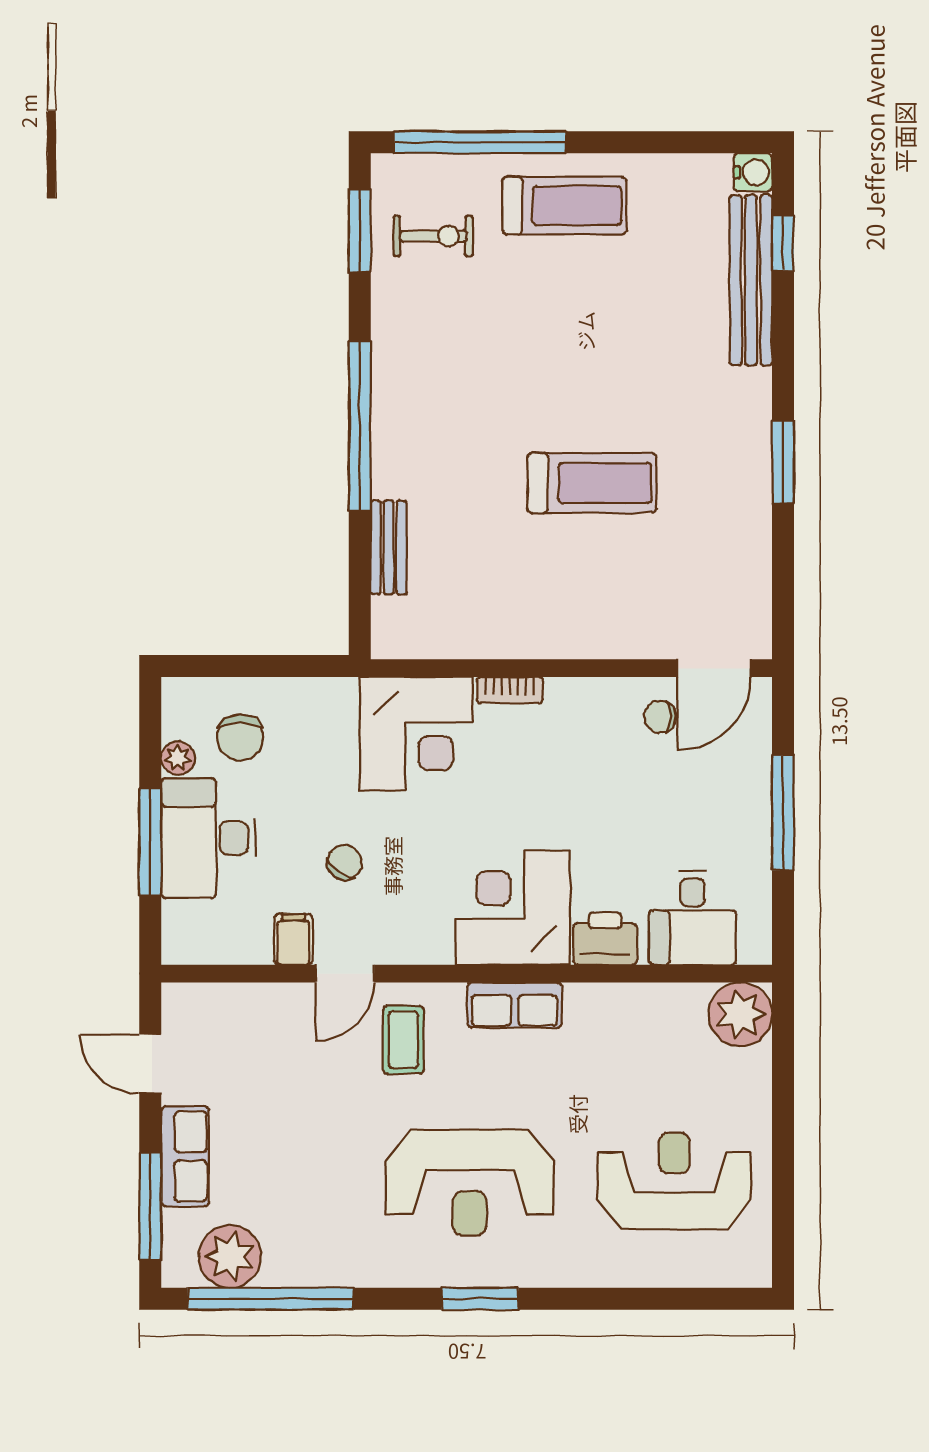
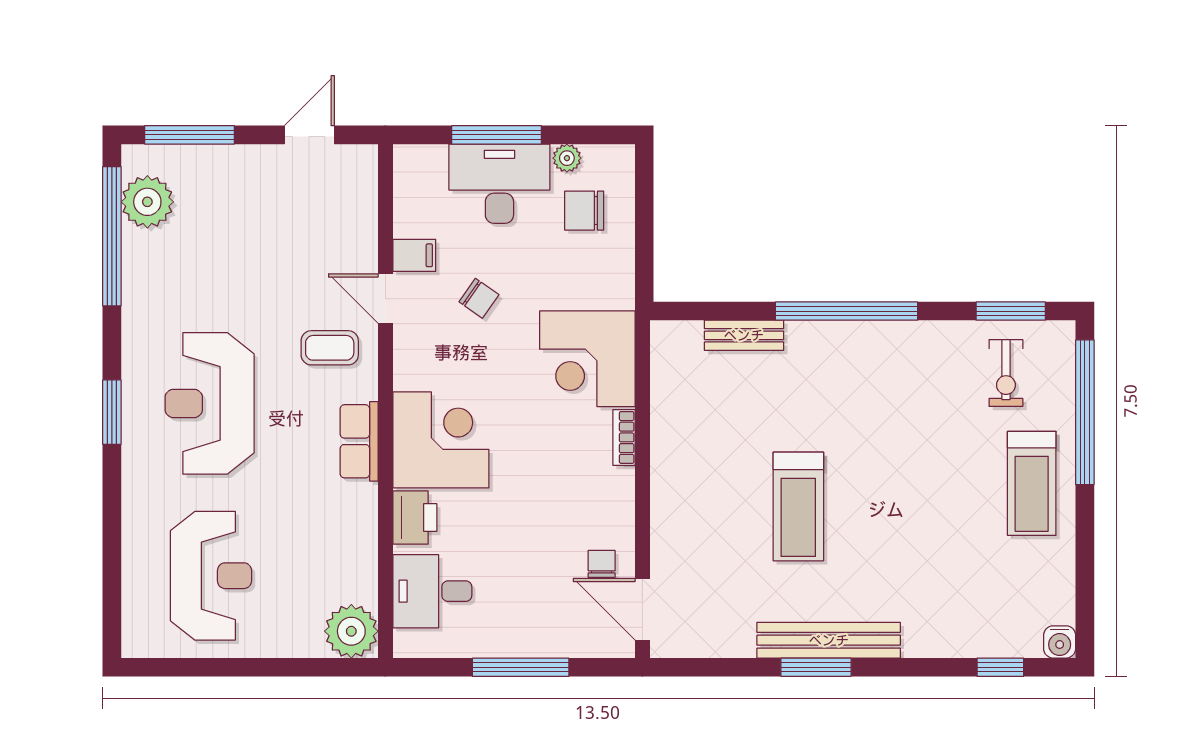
bench: (751, 280) -> (829, 640), moved
row of seats: (185, 1156) -> (232, 164), removed

